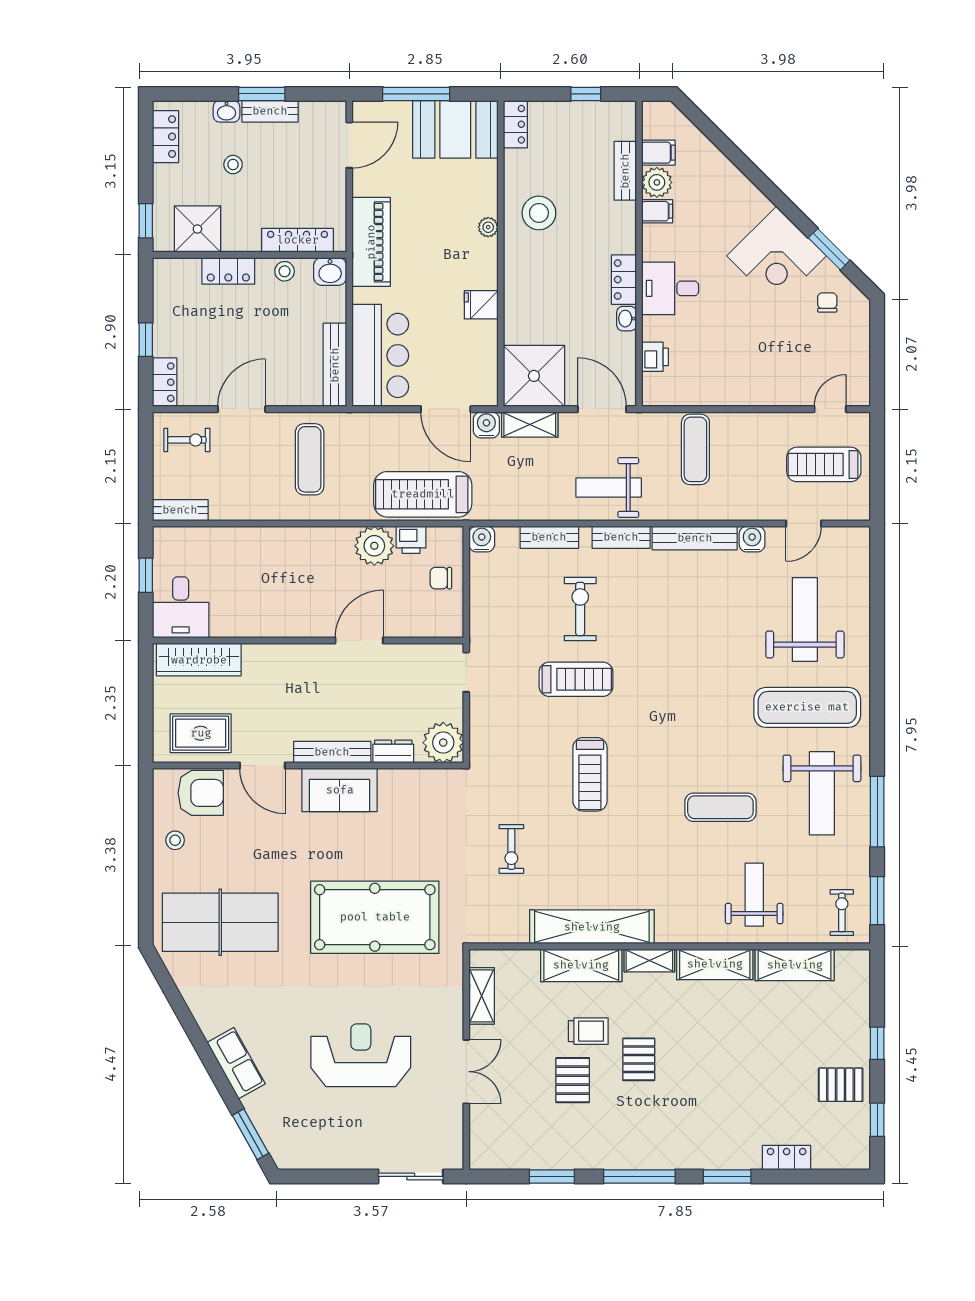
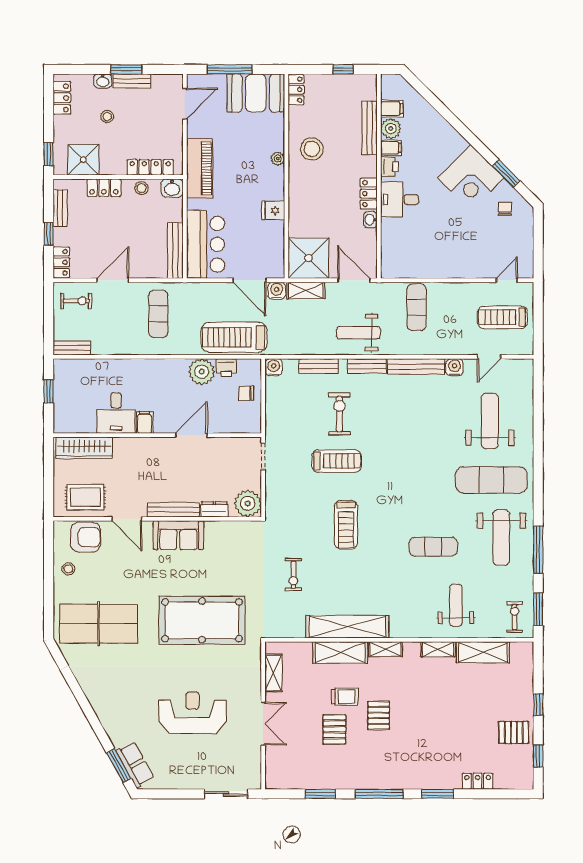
bench: (625, 171) -> (370, 128), width x1.36
bench: (163, 302) -> (60, 208), added
printer: (655, 357) -> (390, 167), moved
desk: (181, 607) -> (116, 413), moved
filing cabinet: (289, 622) -> (145, 422), added
shelving: (715, 964) -> (438, 649), width x0.67, depth x0.75
row of seats: (236, 1063) -> (135, 764), moved

